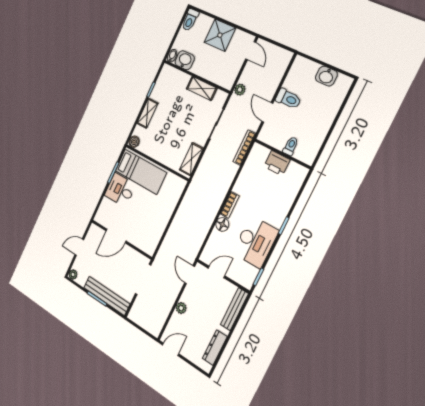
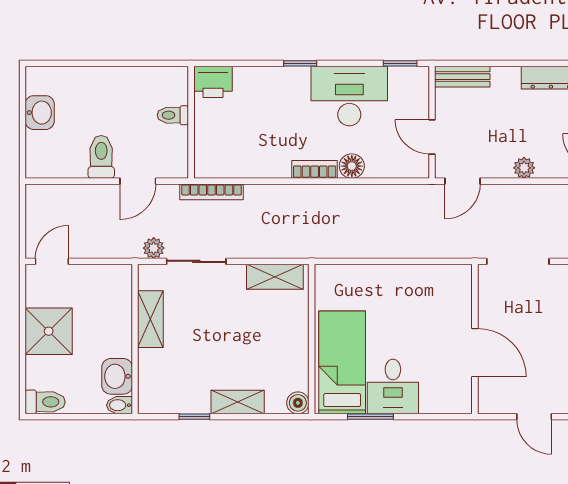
plant: (240, 90) -> (154, 248), moved
printer: (277, 163) -> (213, 82), moved, turned 90
bench: (234, 309) -> (462, 77), width x0.73

